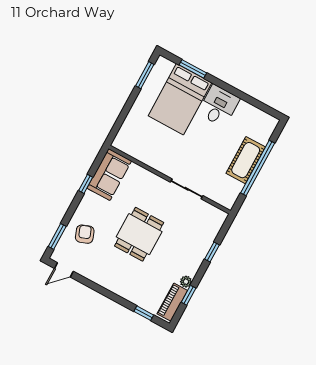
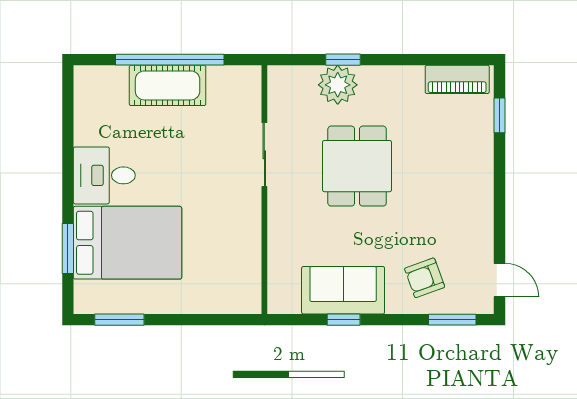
sofa: (109, 175) -> (343, 290), moved
dining table: (139, 234) -> (357, 166), moved, turned 90
plant: (186, 282) -> (338, 85), moved, width x1.88, depth x1.88
window: (189, 295) -> (432, 60), removed

